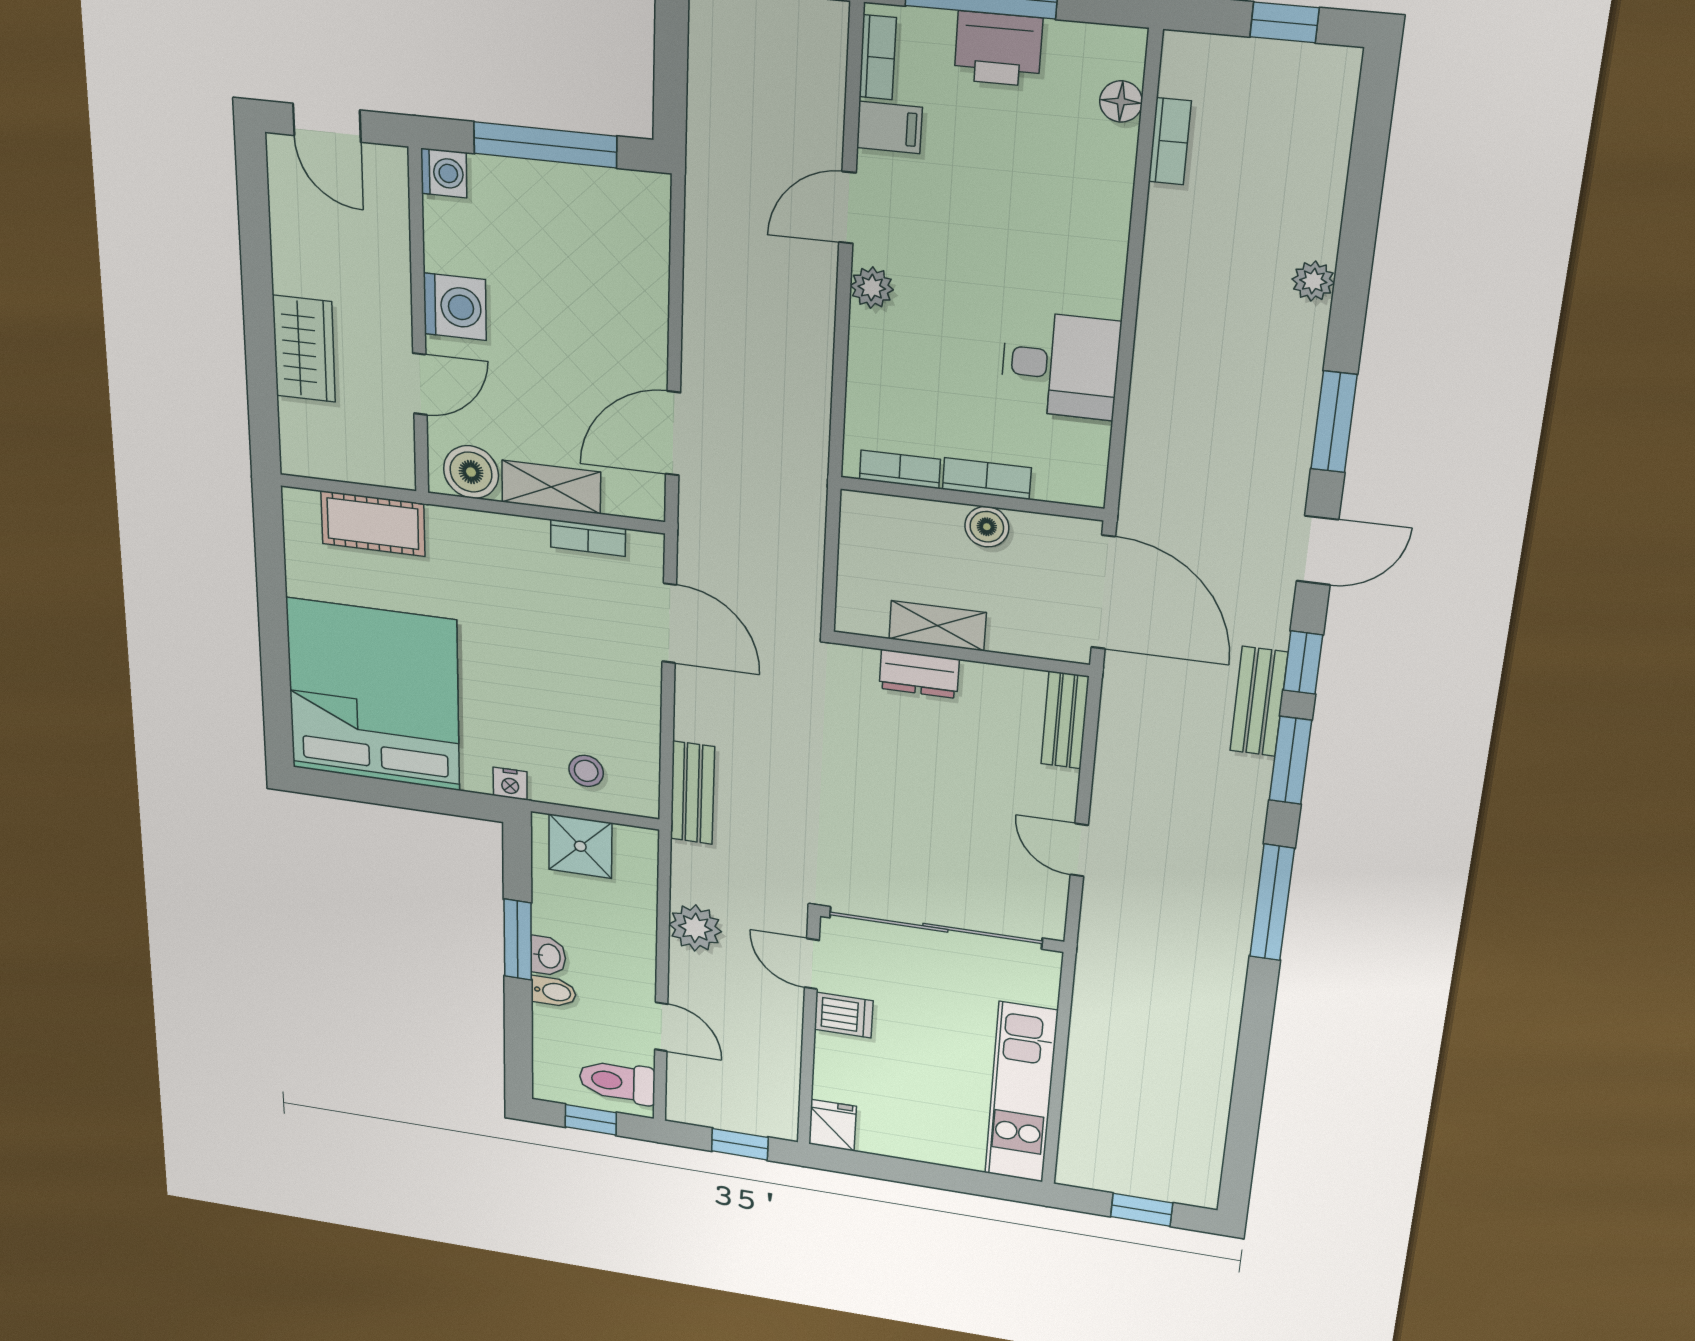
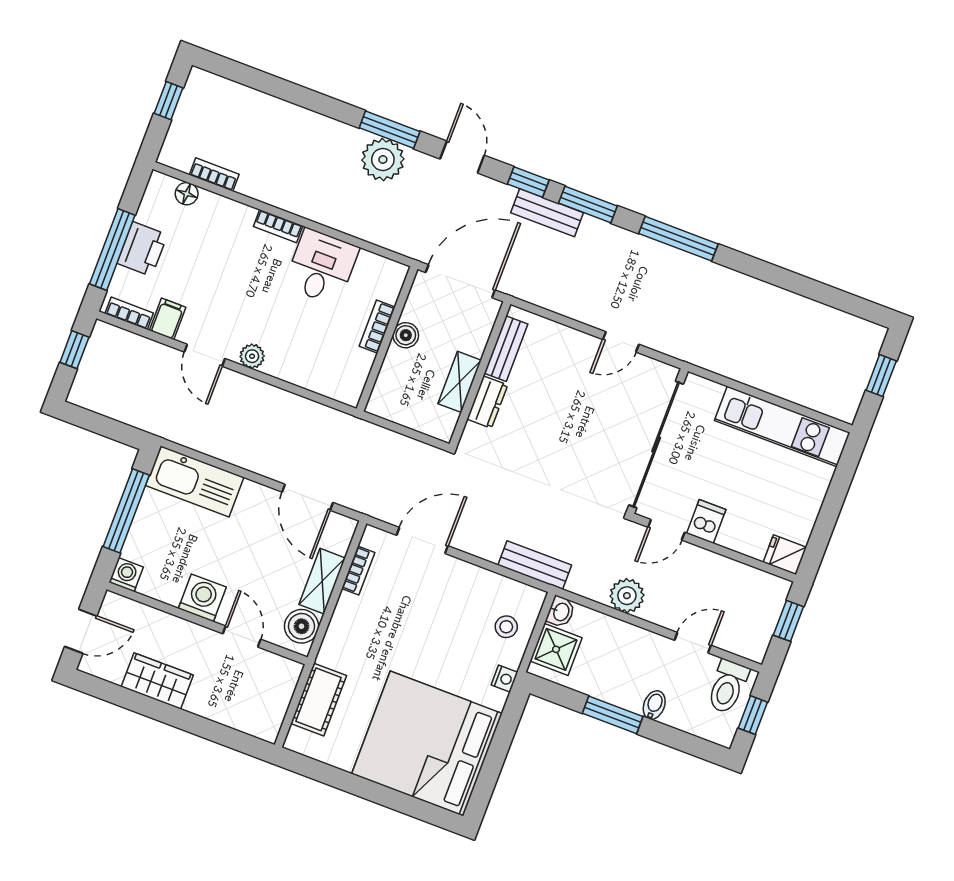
kitchen sink: (634, 246) -> (195, 481), added
plant: (1313, 281) -> (383, 159), moved, width x1.88, depth x1.88
wardrobe: (304, 349) -> (157, 681), moved
bookcase: (900, 469) -> (278, 226), moved, turned -90
bench: (1065, 720) -> (506, 349), moved, turned 90
washbasin: (548, 956) -> (561, 612), moved, turned 90

